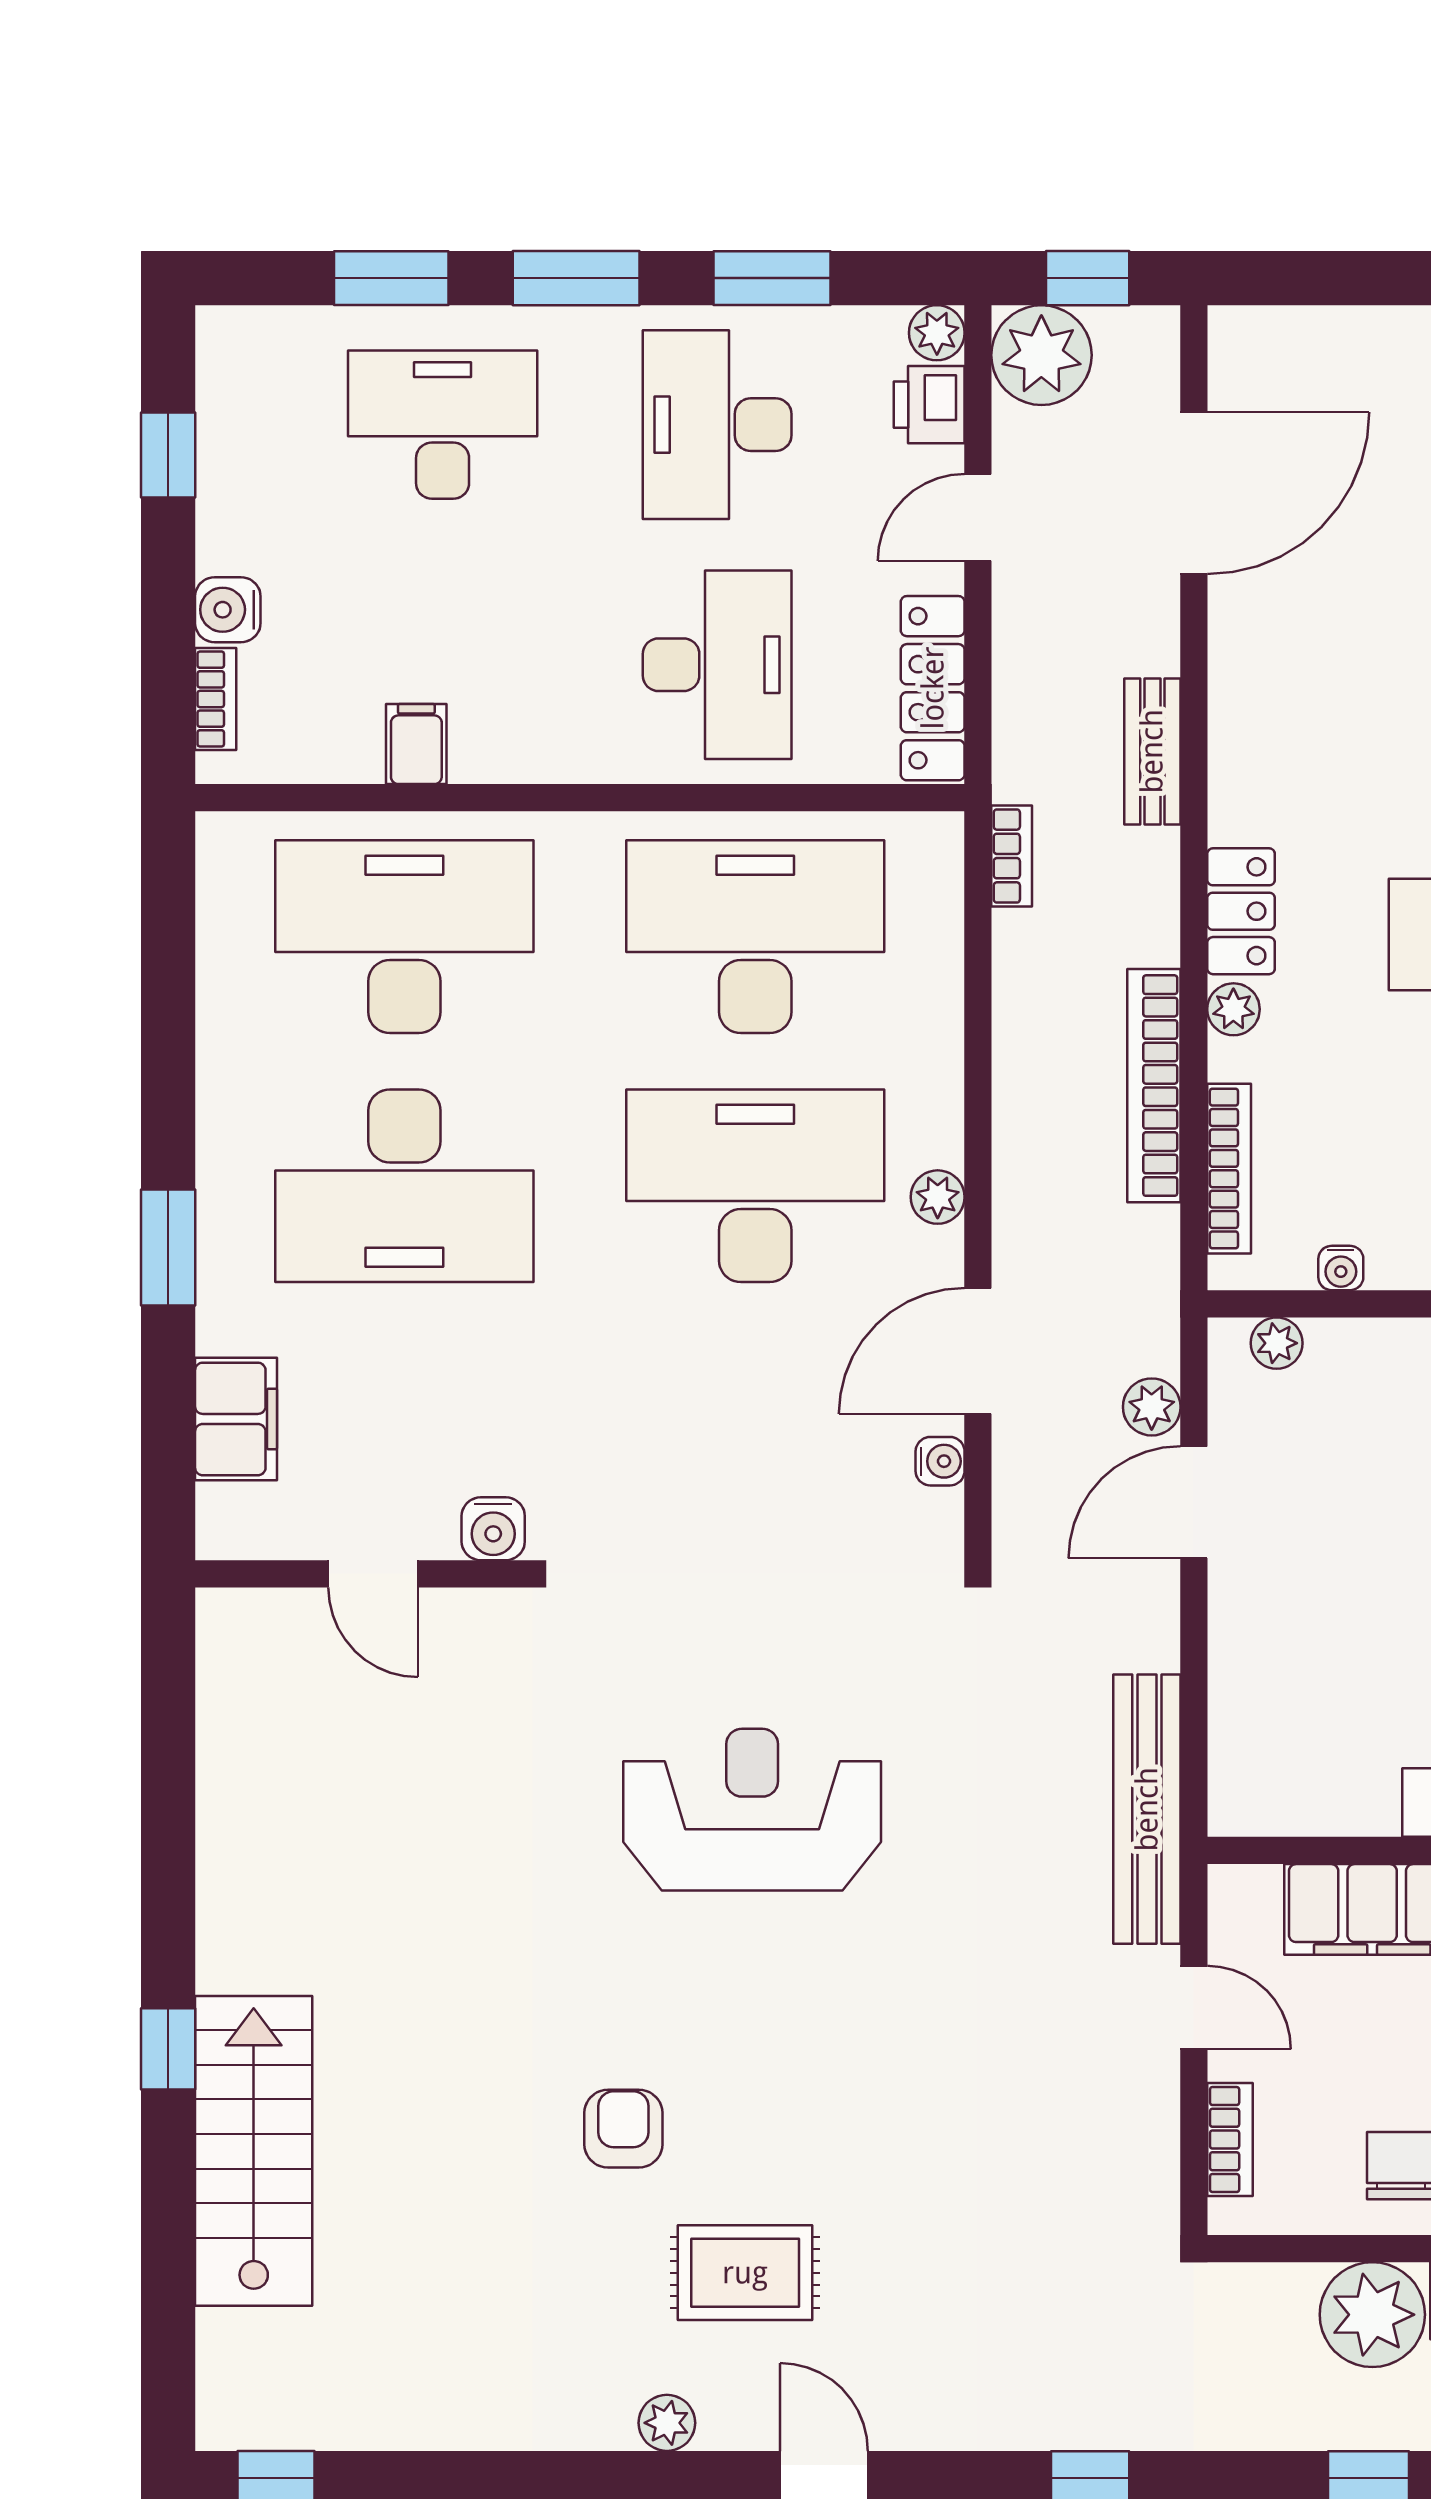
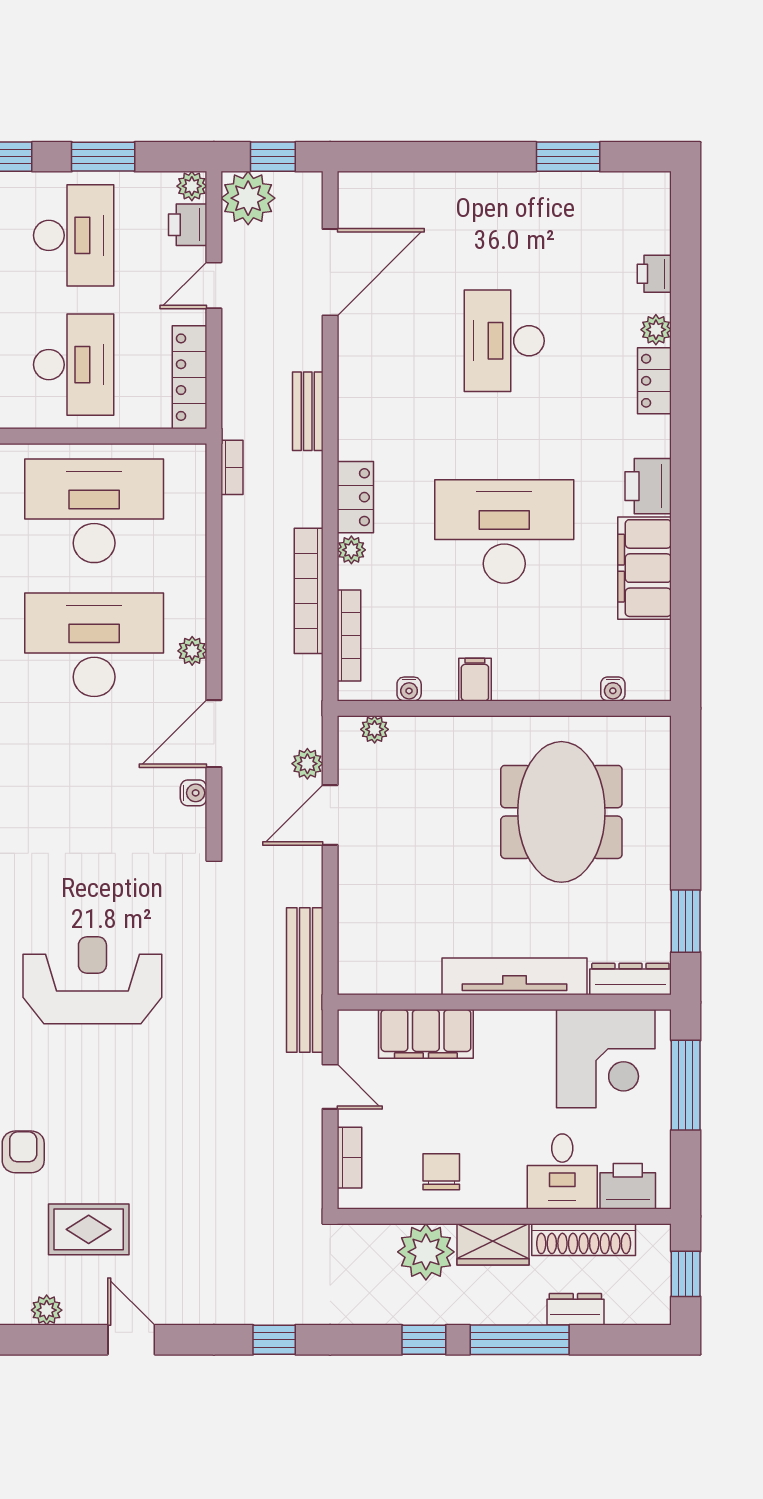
desk: (717, 425) -> (74, 235), turned 180

